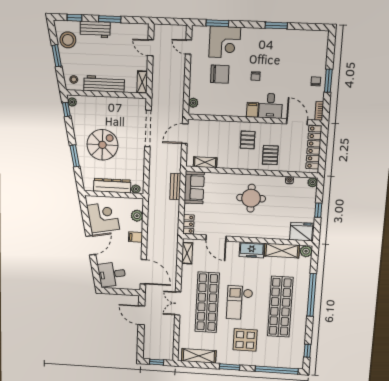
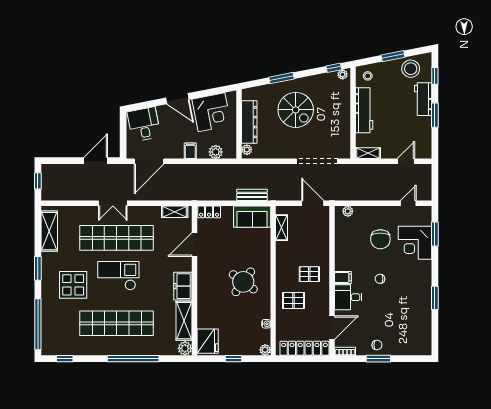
round table: (251, 198) -> (243, 282), turned 36
double door: (178, 304) -> (113, 203), swing flipped

